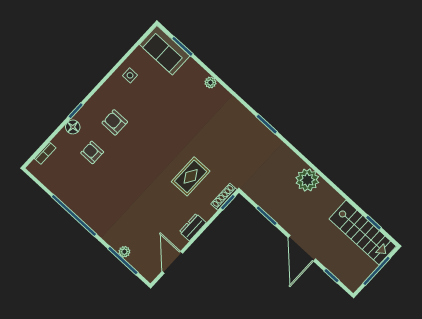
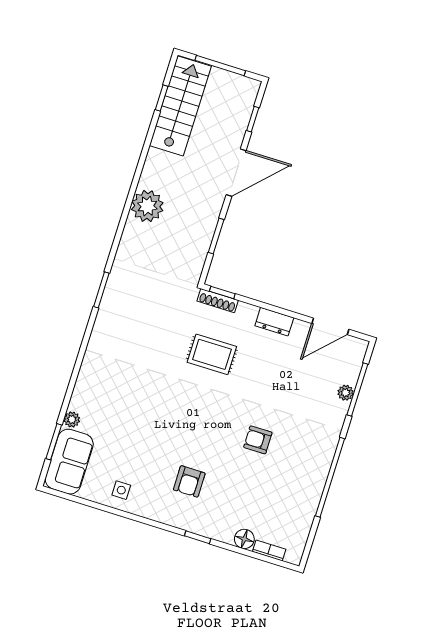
plant: (210, 83) -> (72, 419), moved
floor lamp: (73, 127) -> (244, 539), moved
armchair: (92, 152) -> (258, 440), moved, turned 90

